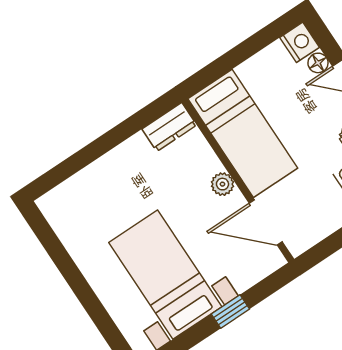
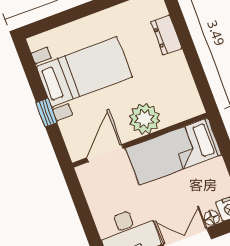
dresser: (169, 127) -> (166, 35), moved
plant: (222, 184) -> (145, 119), width x1.88, depth x1.88

